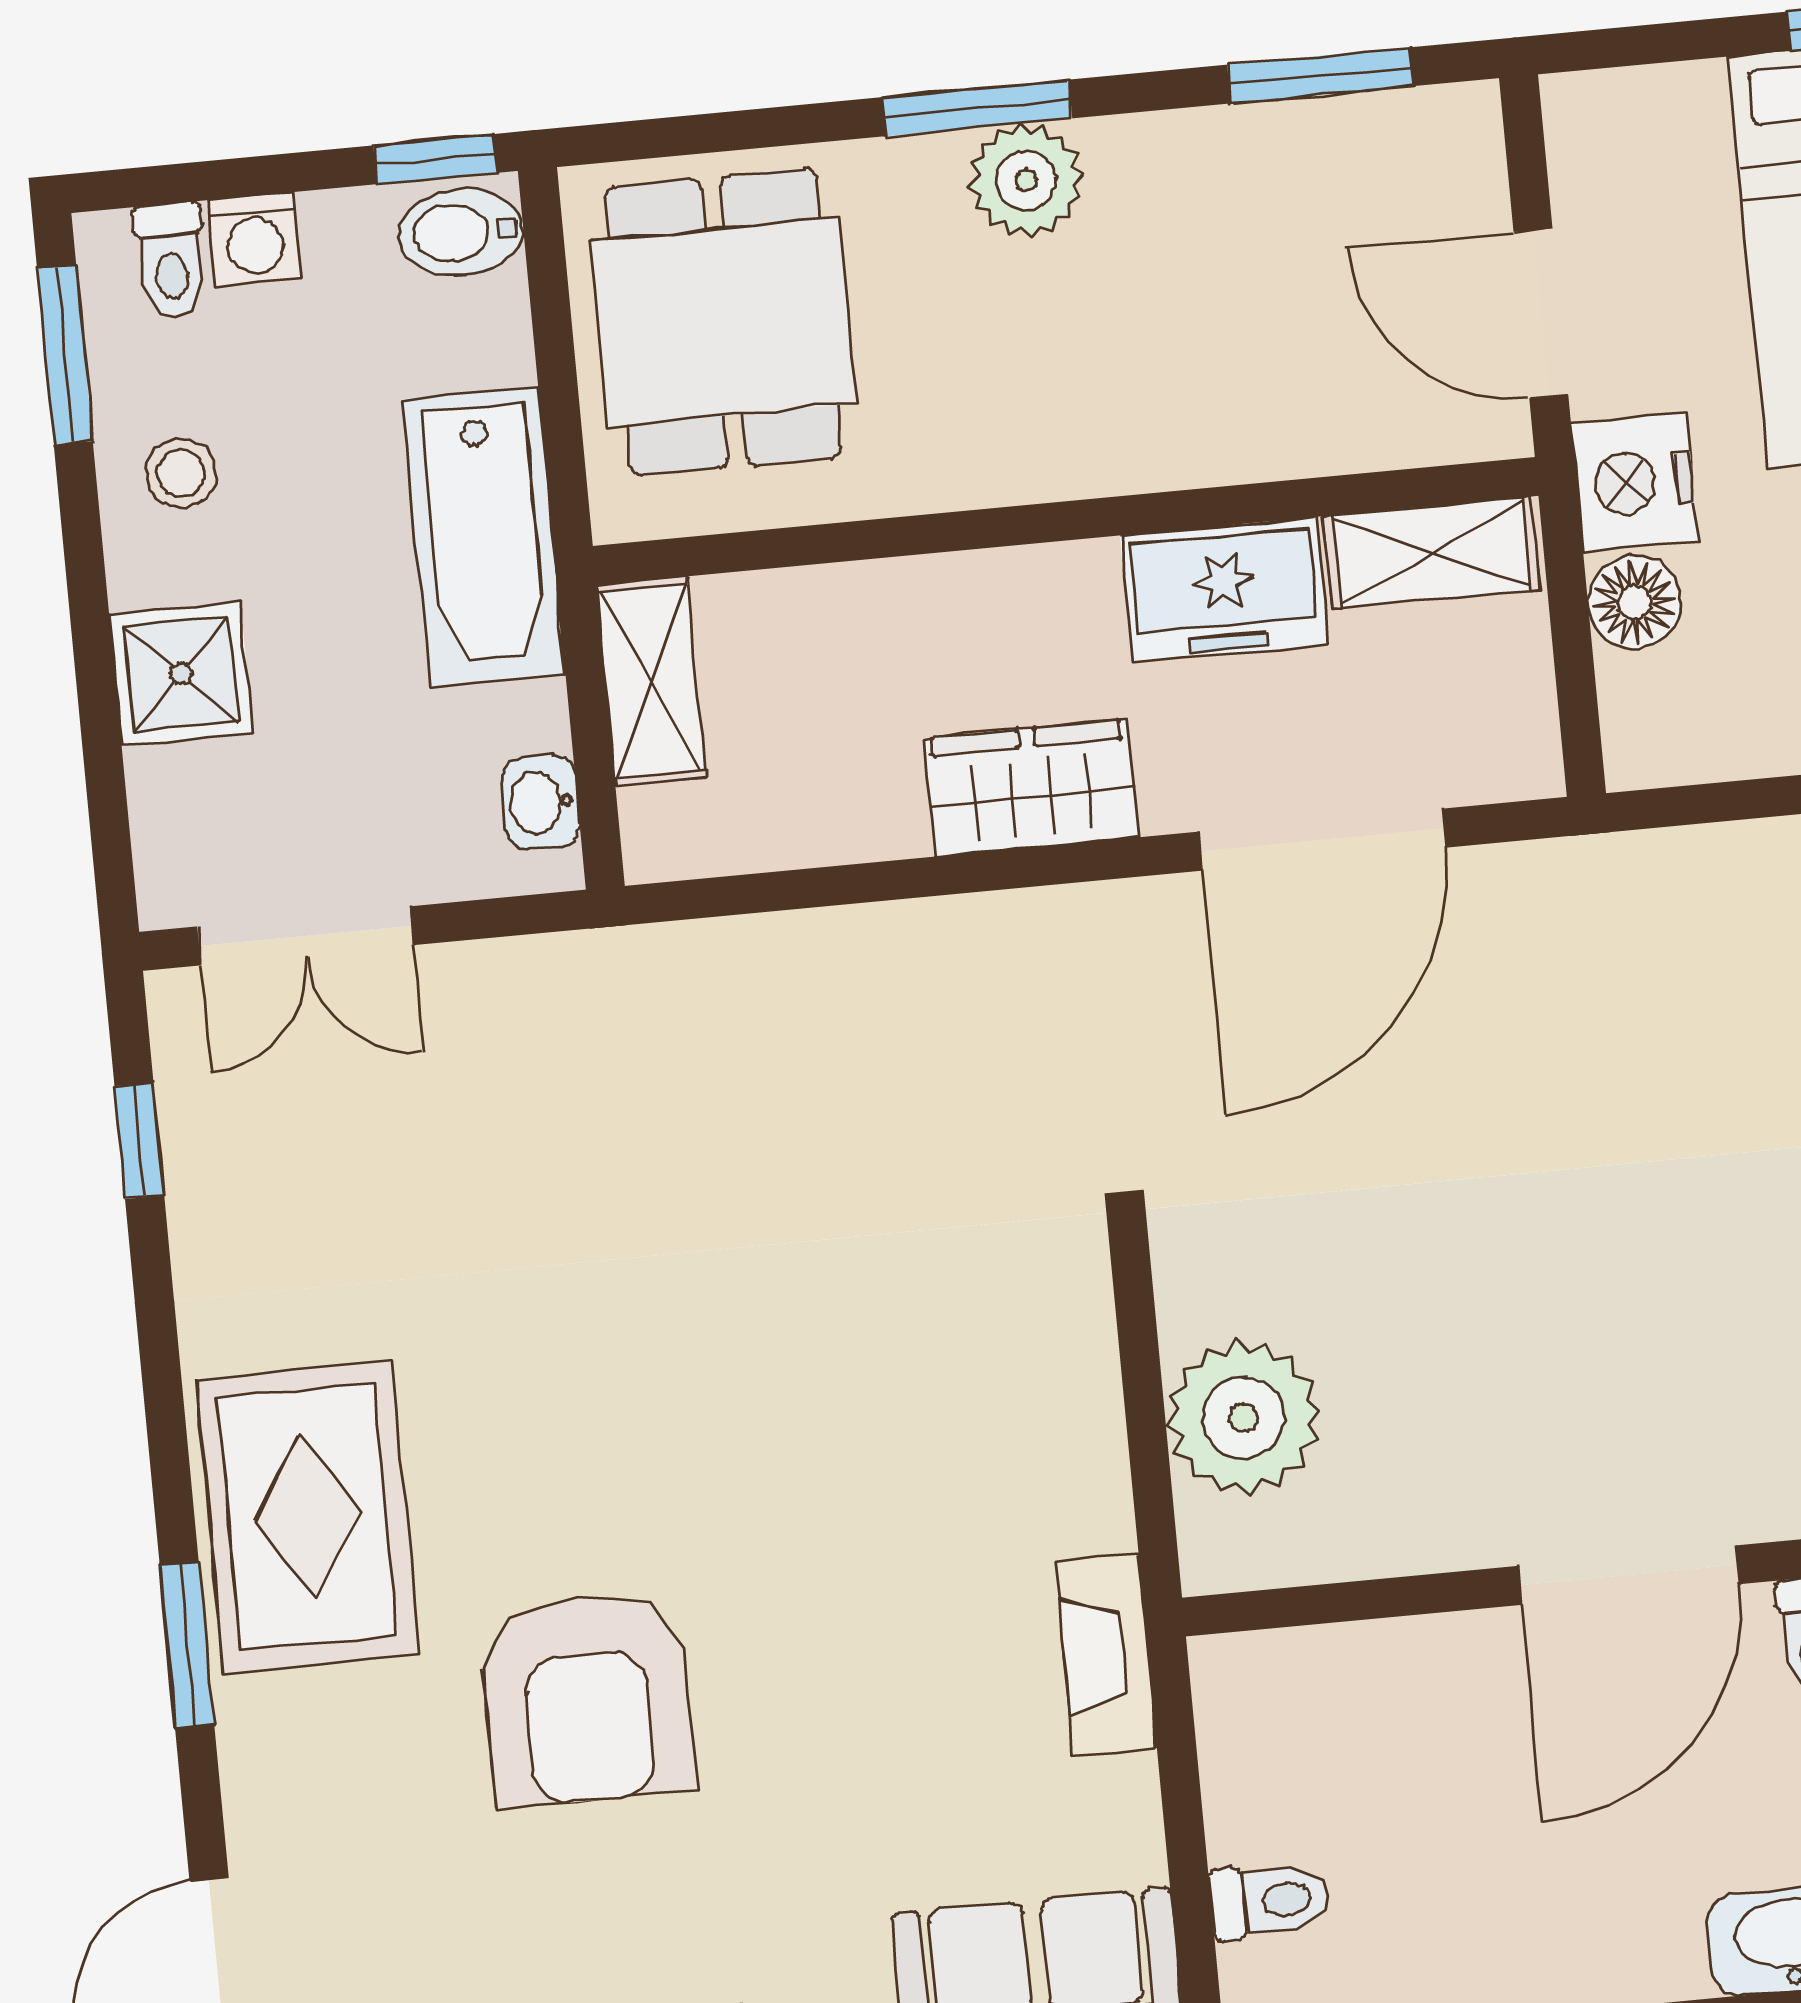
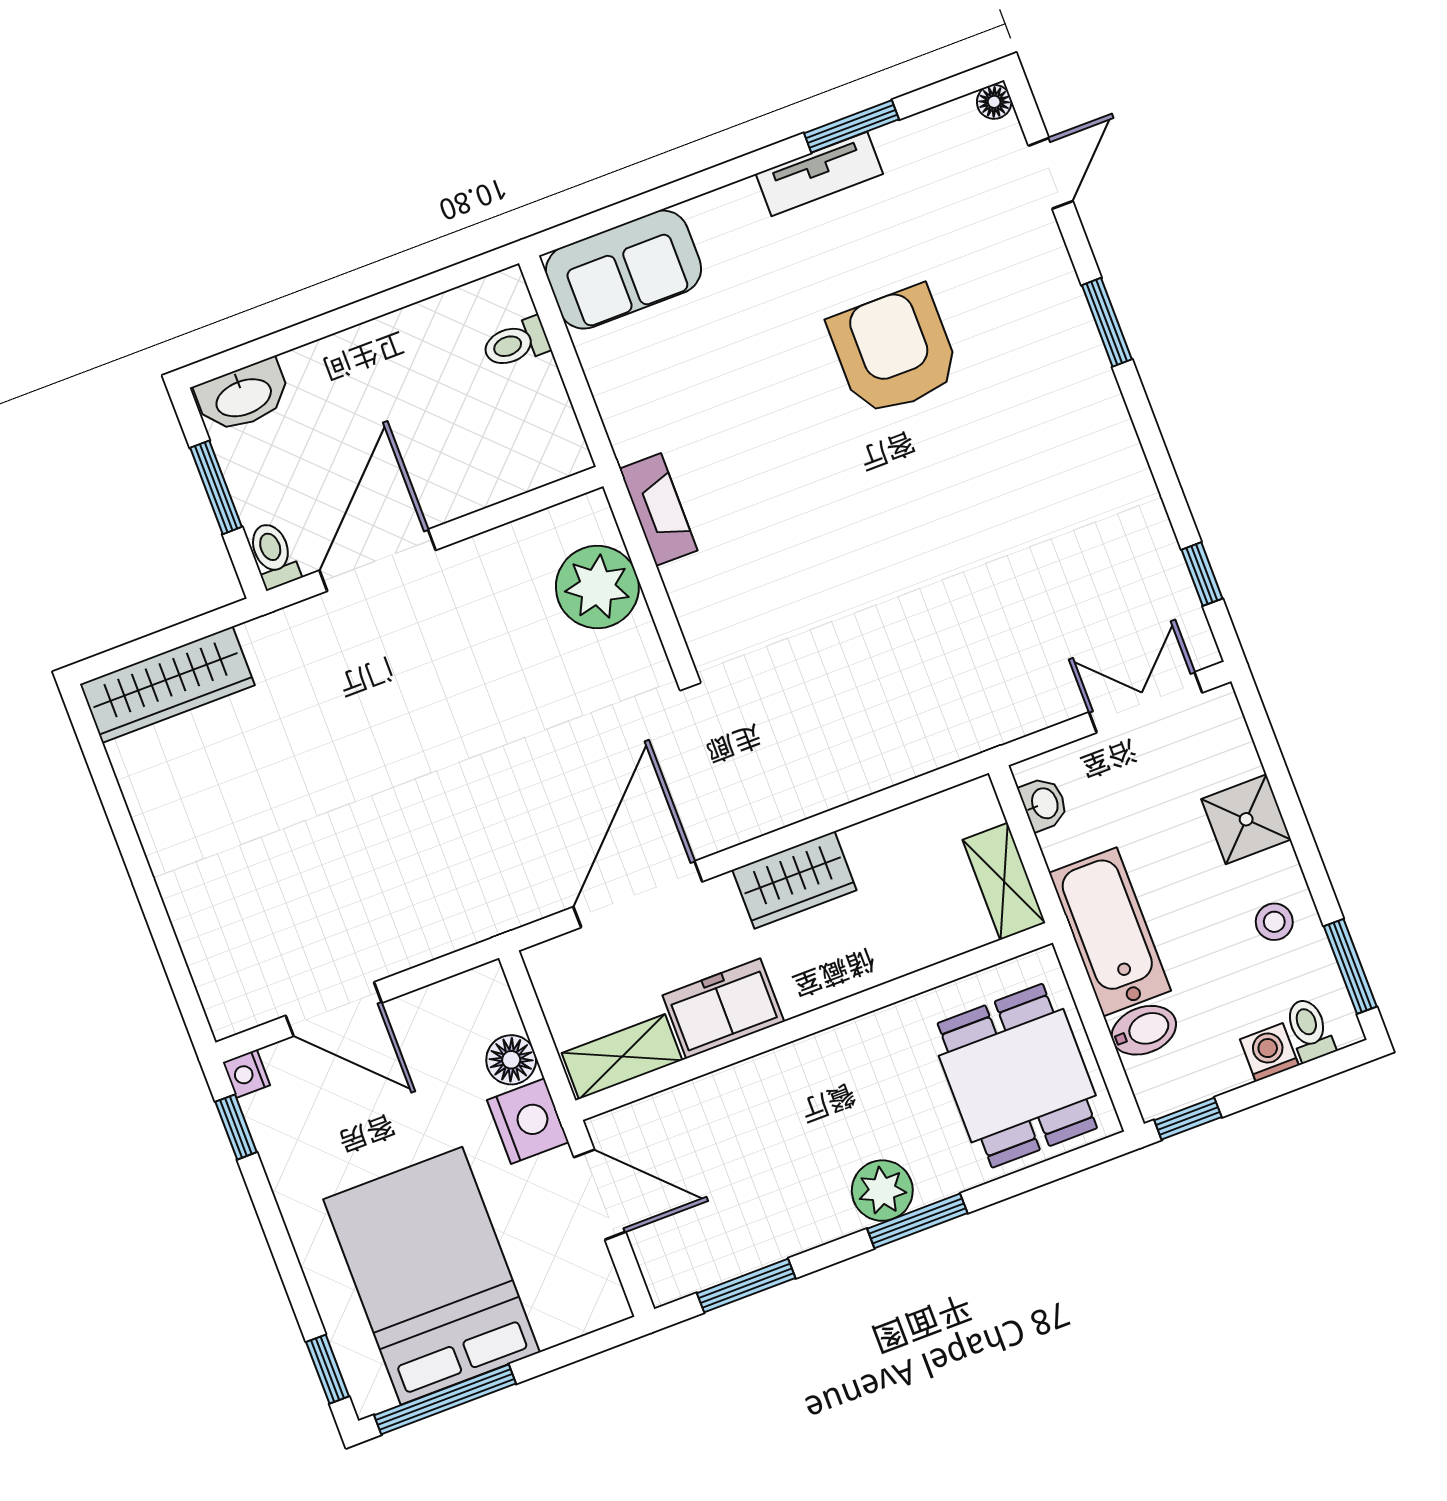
bidet: (461, 232) -> (1144, 1030), moved
rug: (308, 1517) -> (1063, 405), removed
fireplace: (1106, 1655) -> (658, 510), moved

